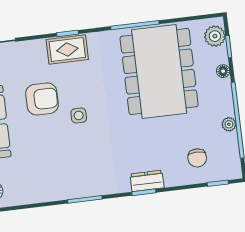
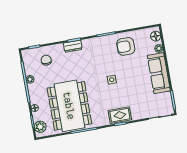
armchair: (42, 99) -> (126, 46), moved

